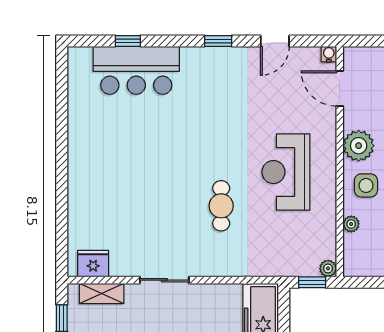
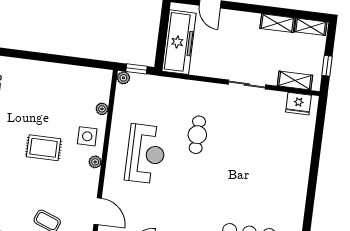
plant: (359, 146) -> (95, 162), width x0.53, depth x0.53

